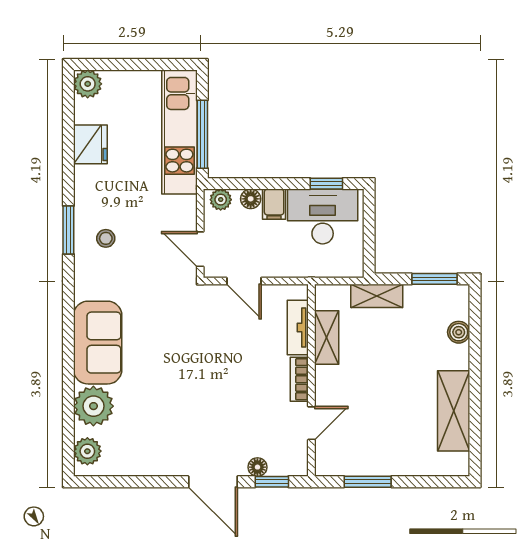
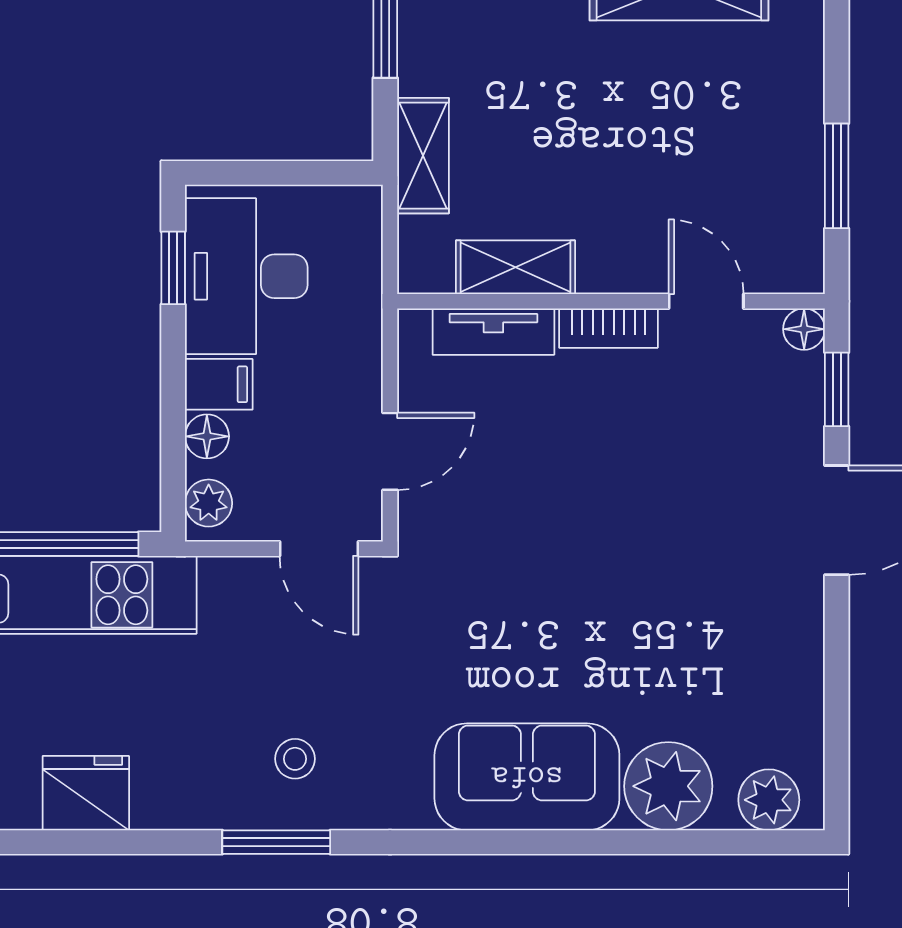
door: (200, 249) -> (319, 549), hinge flipped
floor lamp: (257, 467) -> (804, 329), moved

